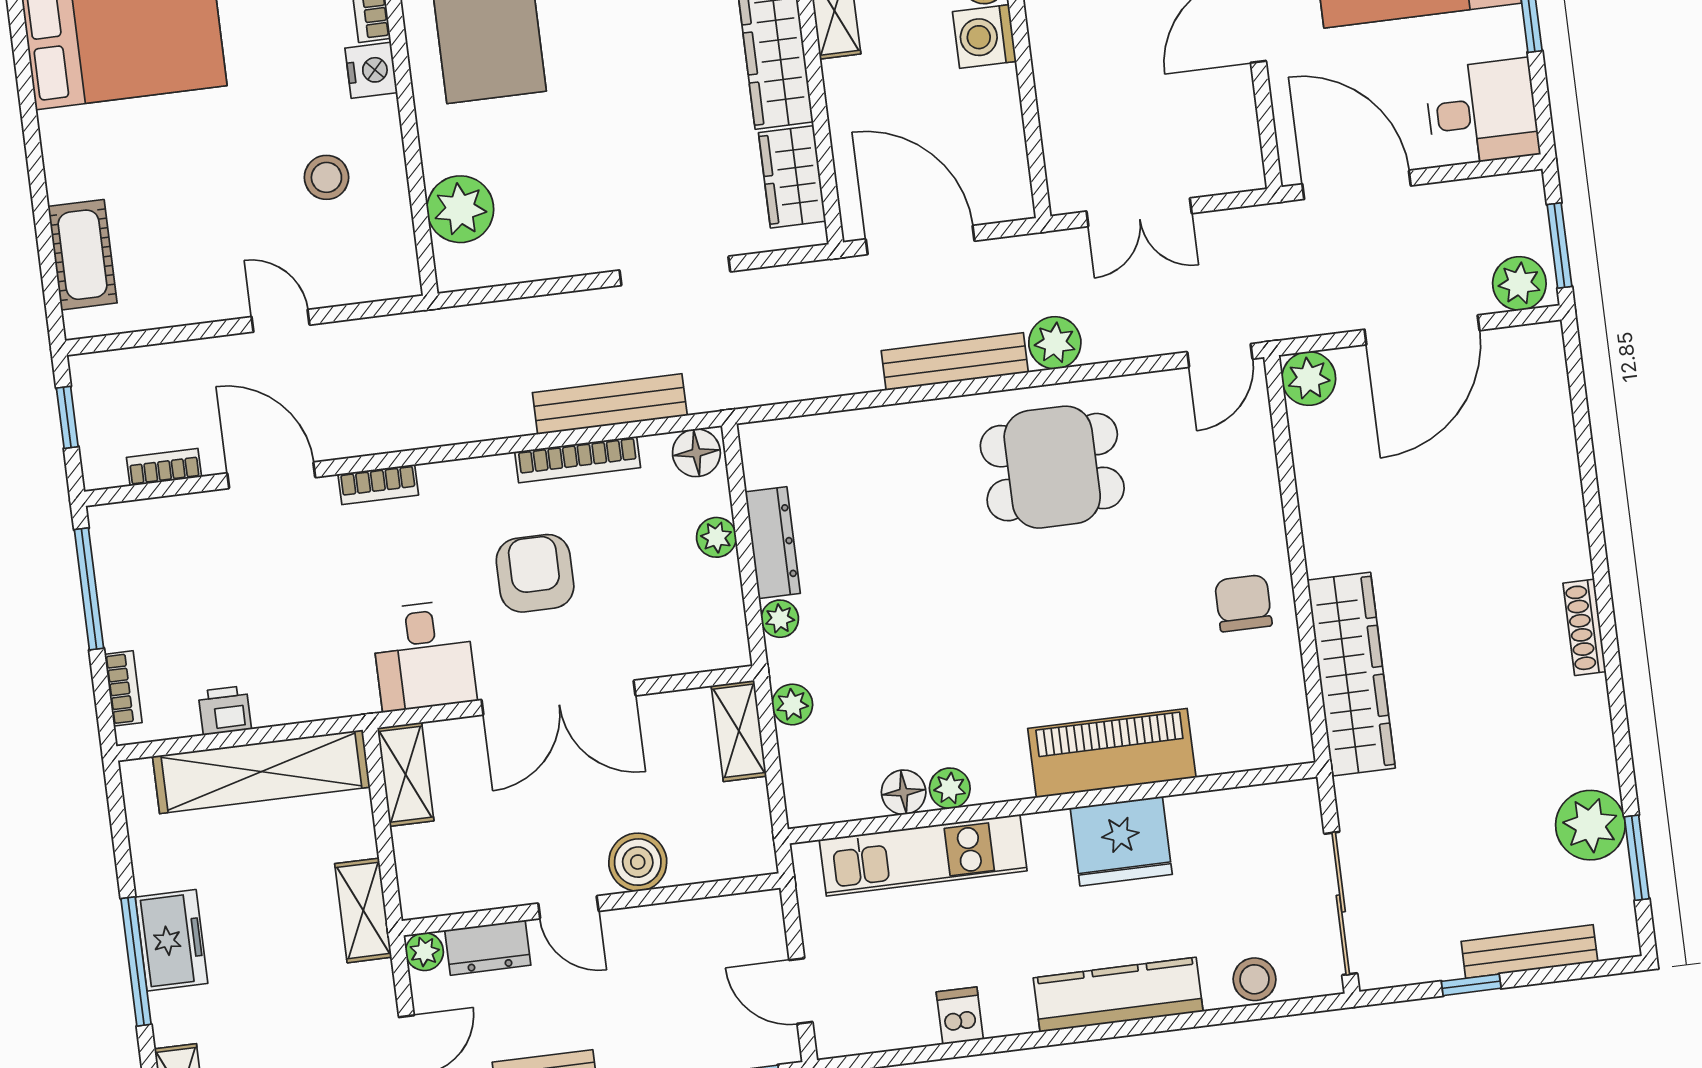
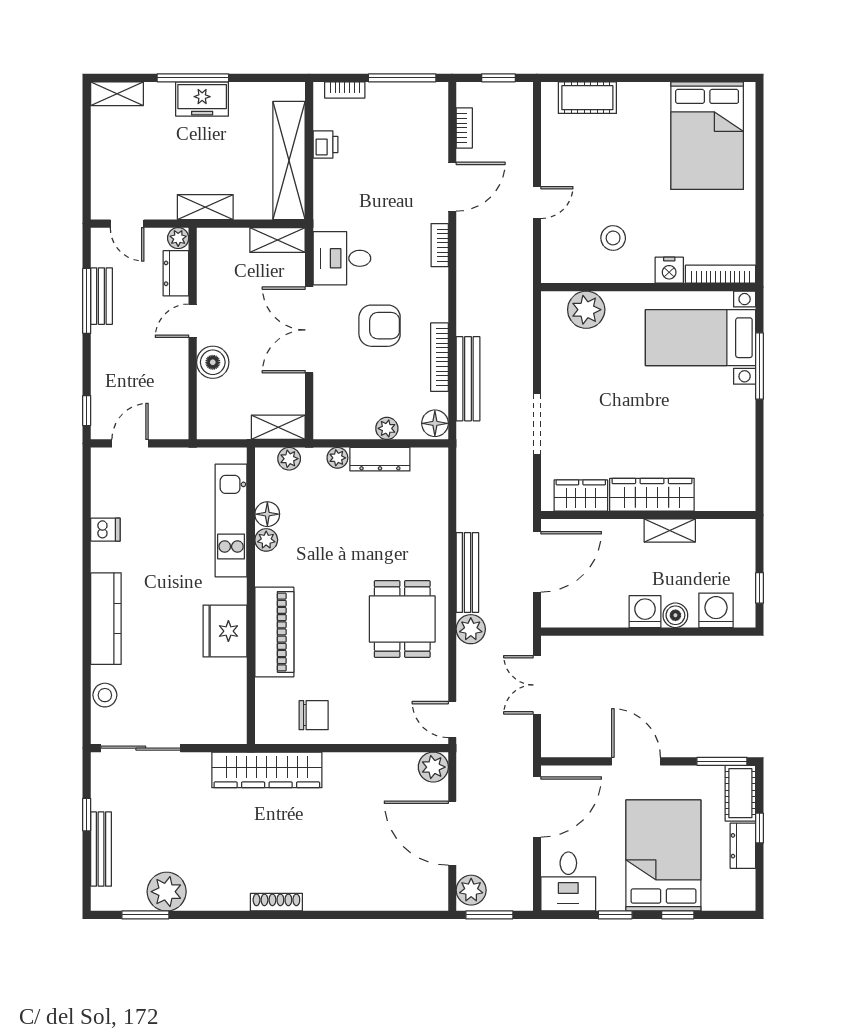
piano: (1112, 753) -> (274, 632), moved
plant: (950, 788) -> (266, 540), moved
floor lamp: (904, 792) -> (267, 514), moved
wall: (1053, 803) -> (251, 596), moved
fridge: (1121, 841) -> (225, 631), moved
kitchen unit: (923, 855) -> (231, 521), moved

